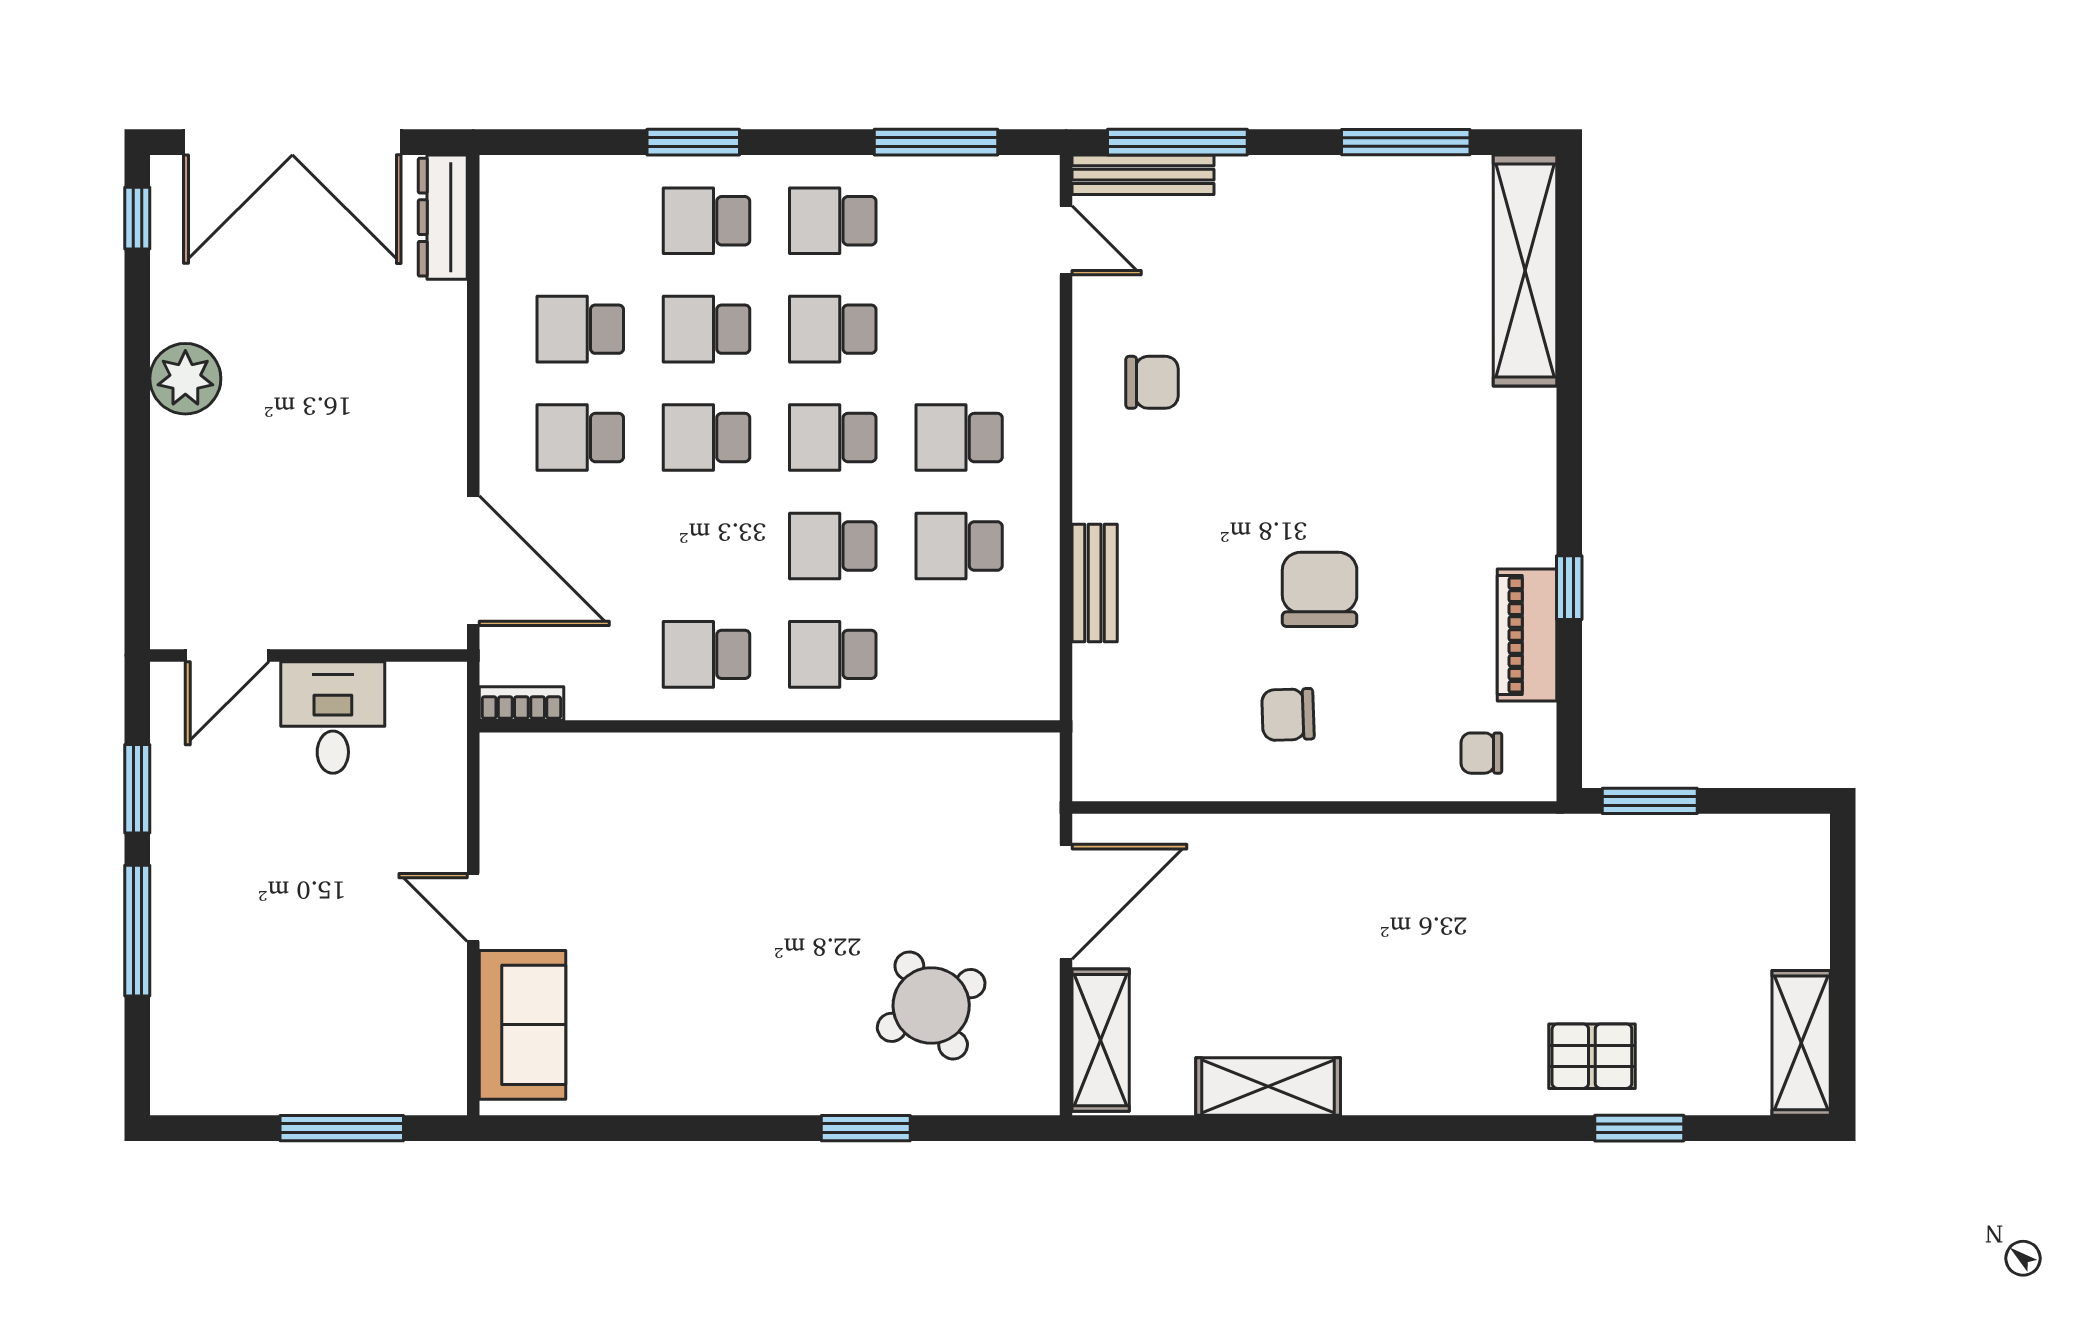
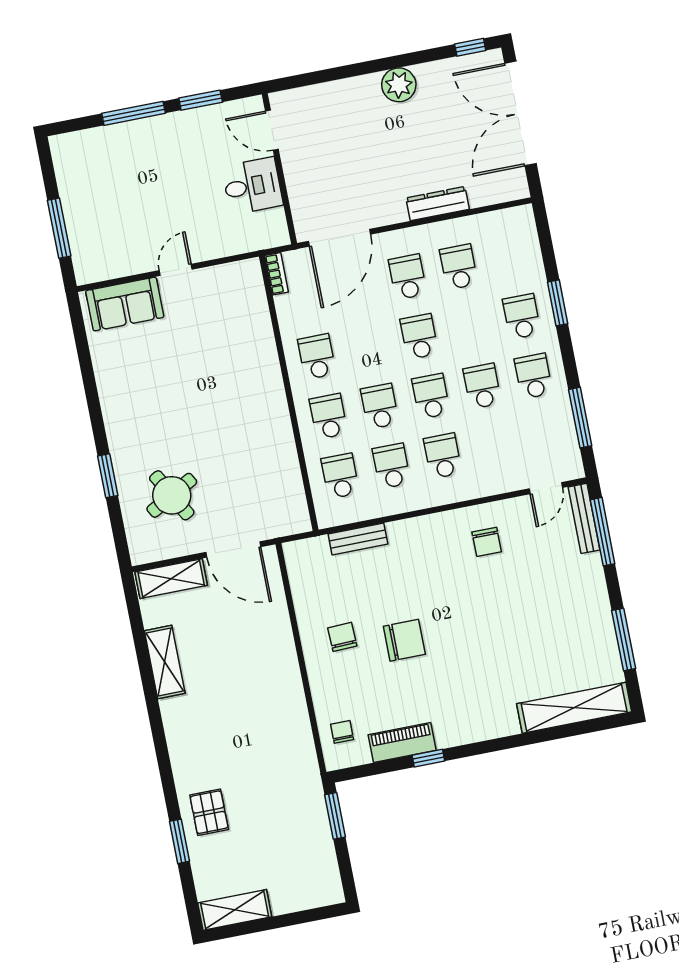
dresser: (443, 217) -> (438, 204), moved
school desk: (707, 329) -> (340, 476), moved
bench: (1095, 583) -> (358, 539), moved

